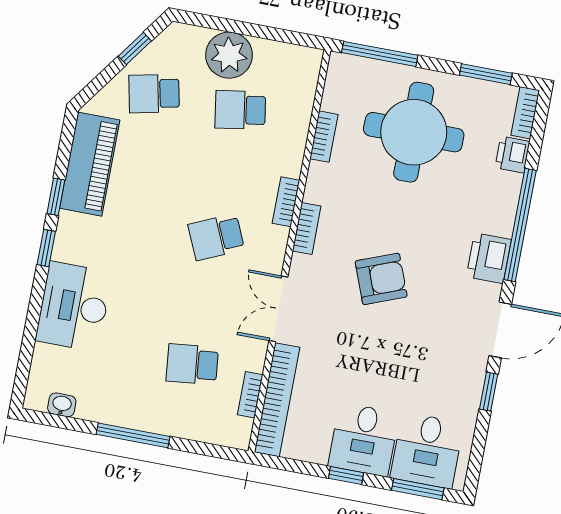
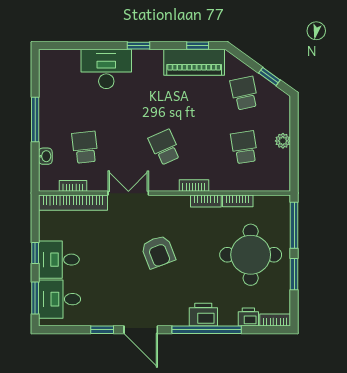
plant: (229, 55) -> (283, 141), width x0.53, depth x0.53
window: (486, 74) -> (294, 274), moved
window: (56, 197) -> (198, 46), moved
bookcase: (307, 229) -> (206, 201), moved
printer: (489, 258) -> (203, 315), moved
washbasin: (62, 405) -> (45, 156), moved

